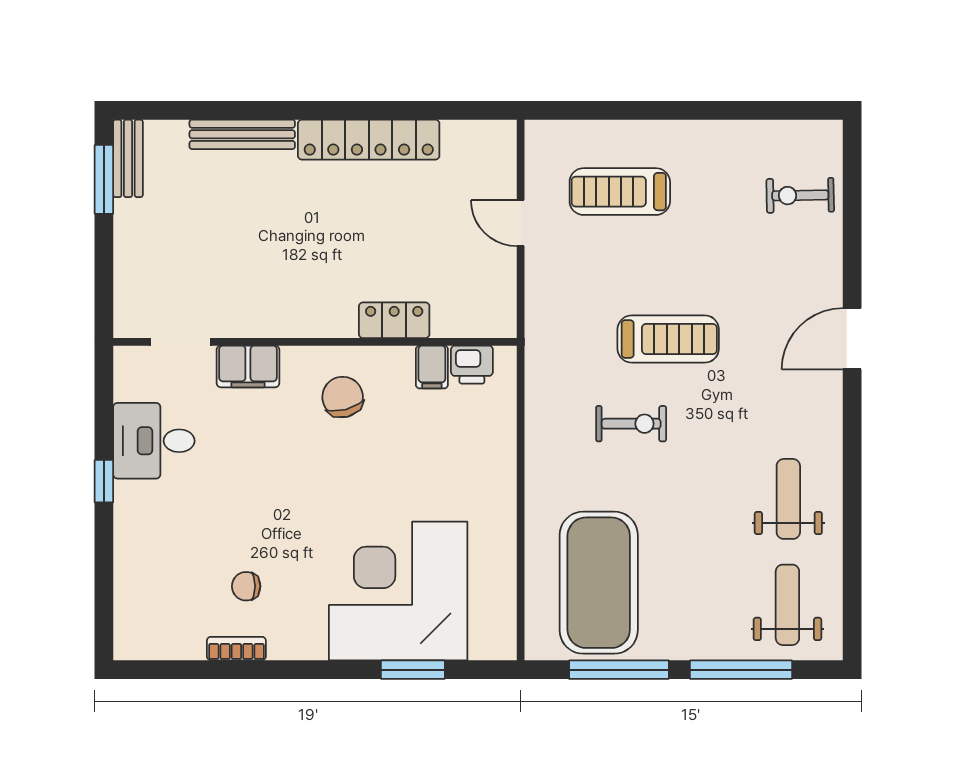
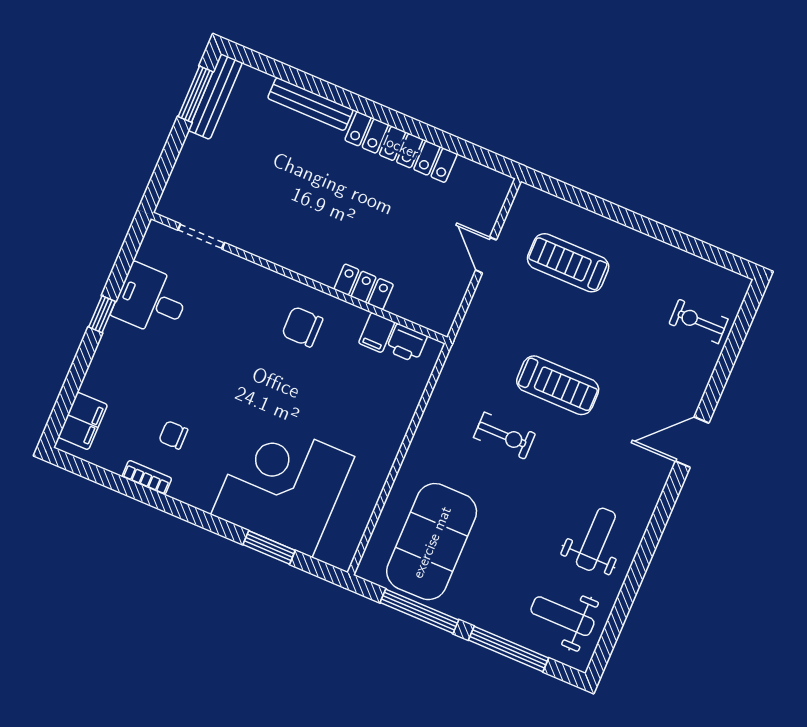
bench: (128, 158) -> (215, 97), width x1.36
filing cabinet: (248, 366) -> (83, 421), moved, turned -90
chair: (343, 397) -> (302, 327), turned -75
weight bench: (787, 605) -> (562, 616), turned -90

